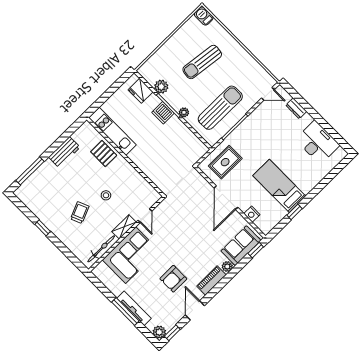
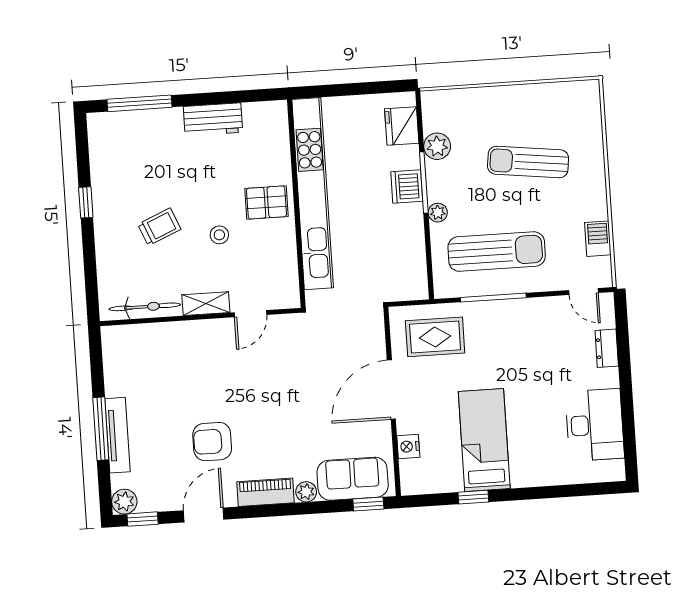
barbecue: (204, 16) -> (598, 239), moved
kitchen unit: (112, 131) -> (313, 194), width x1.86
pallet: (104, 153) -> (266, 202), moved, turned 90
corner sofa: (131, 255) -> (180, 353), removed

